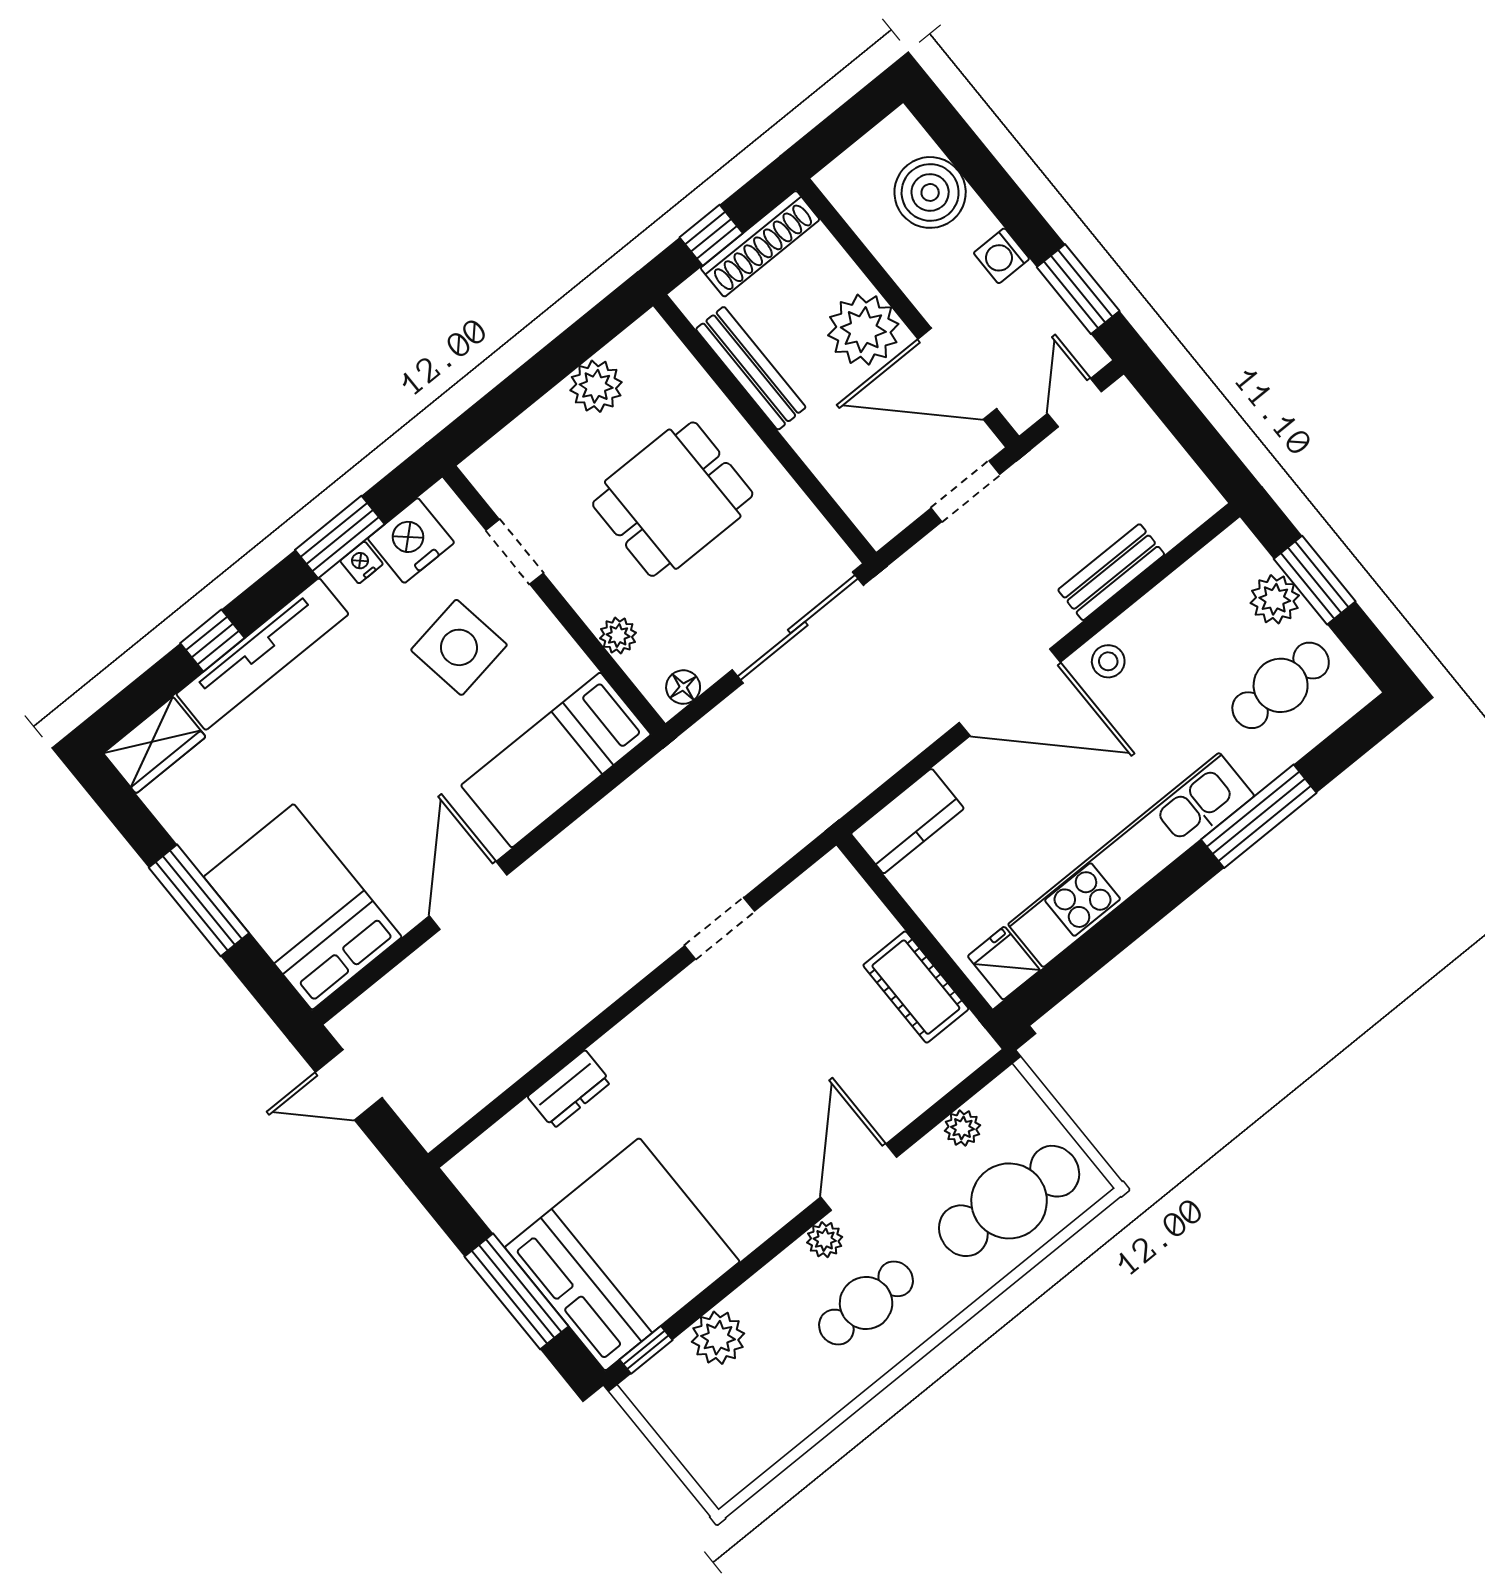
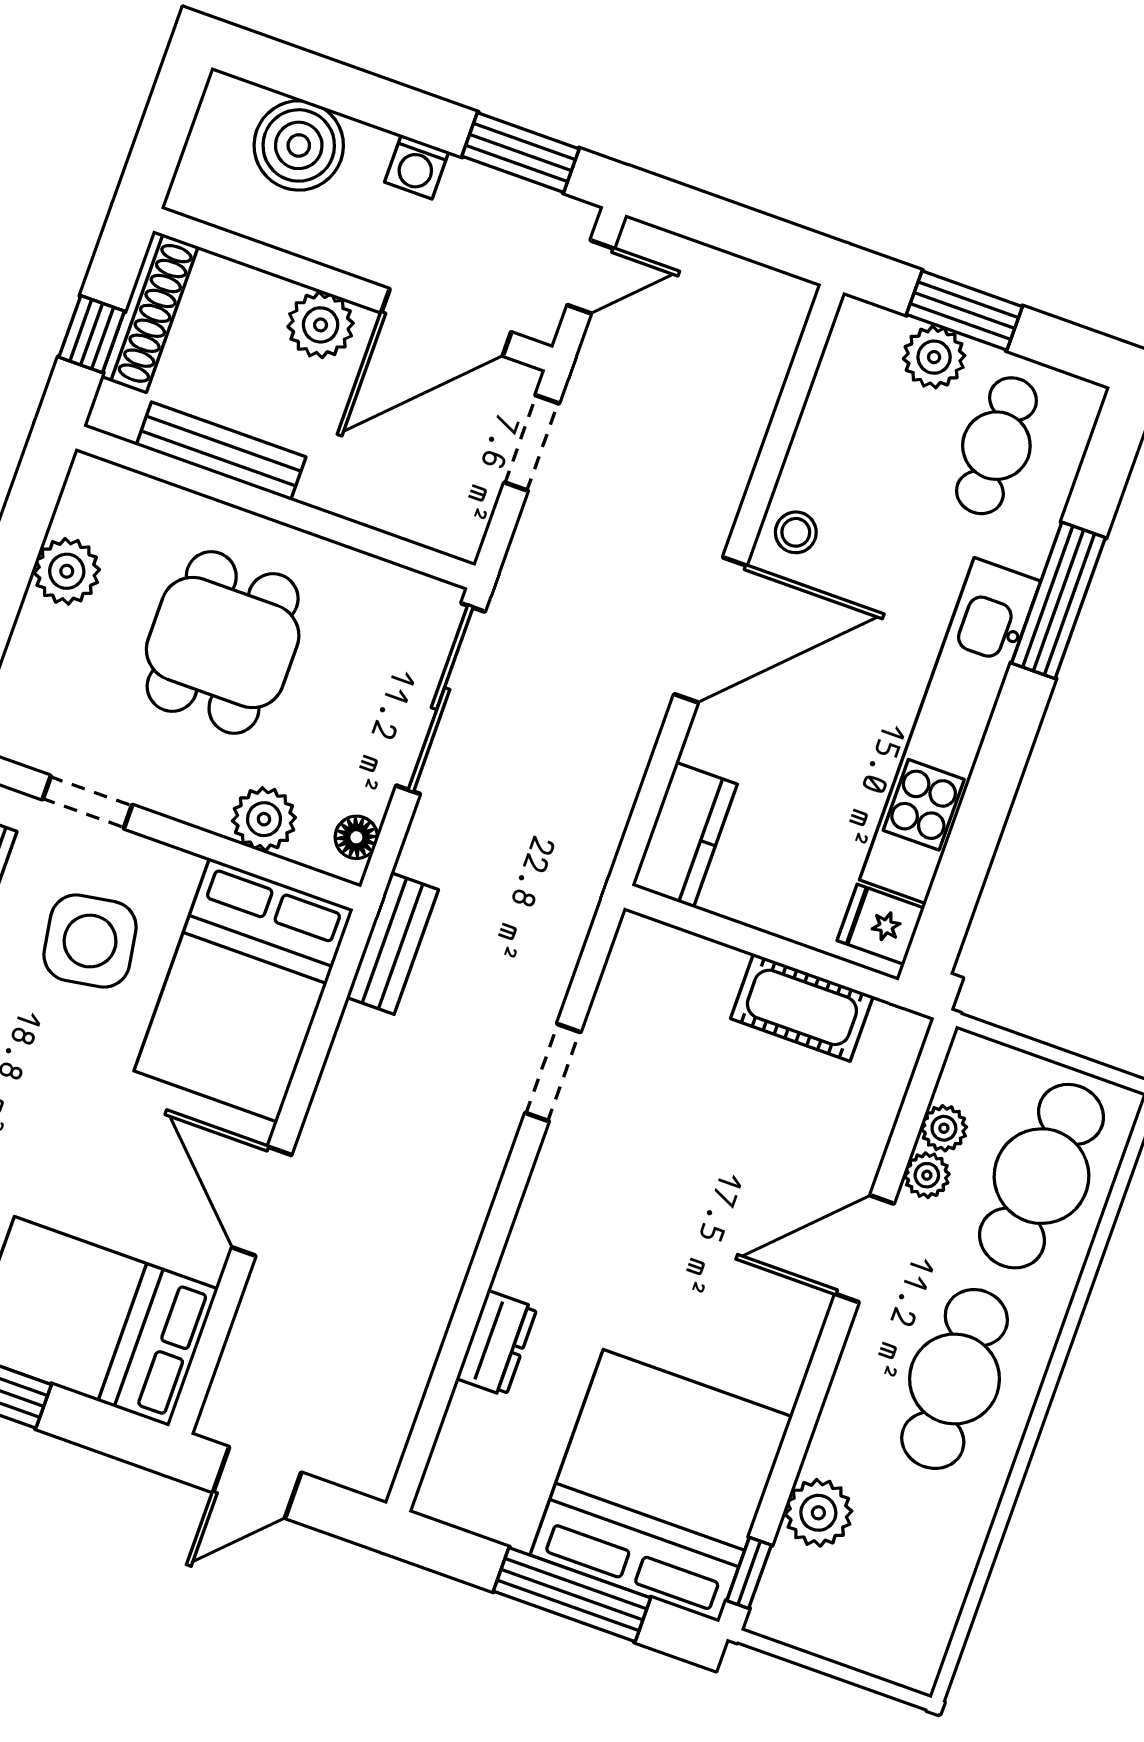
plant: (863, 330) -> (321, 325), width x0.73, depth x0.73
door: (1074, 403) -> (591, 277), swing flipped
bench: (1111, 572) -> (393, 943), moved
plant: (618, 635) -> (264, 819), width x1.38, depth x1.38
bed: (556, 760) -> (244, 990), width x1.50
door: (859, 1177) -> (865, 1249), hinge flipped
plant: (825, 1240) -> (927, 1175), moved
cafe table: (866, 1303) -> (955, 1379), width x1.37, depth x1.35

